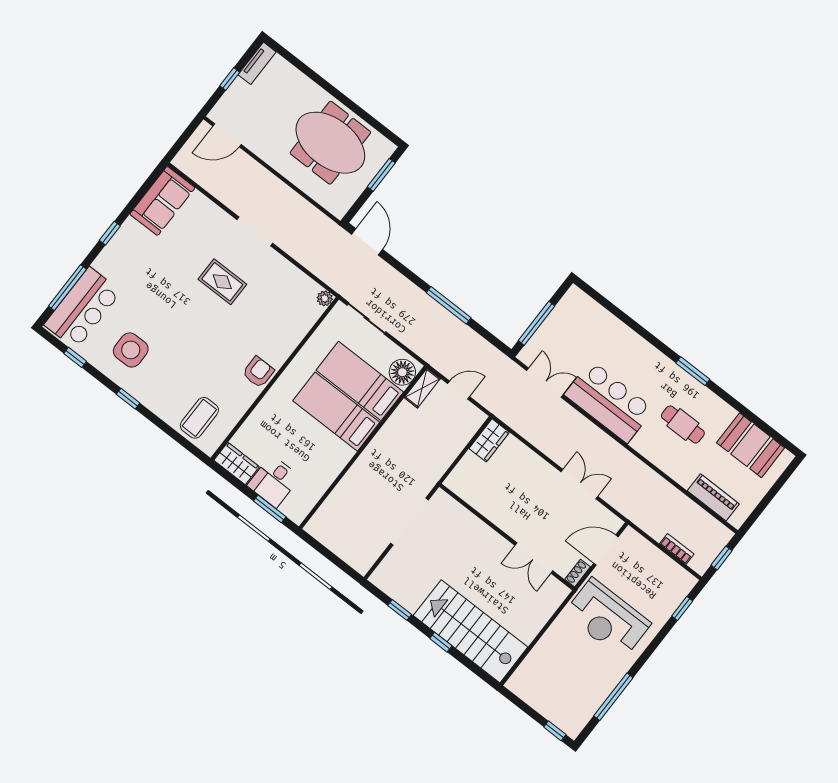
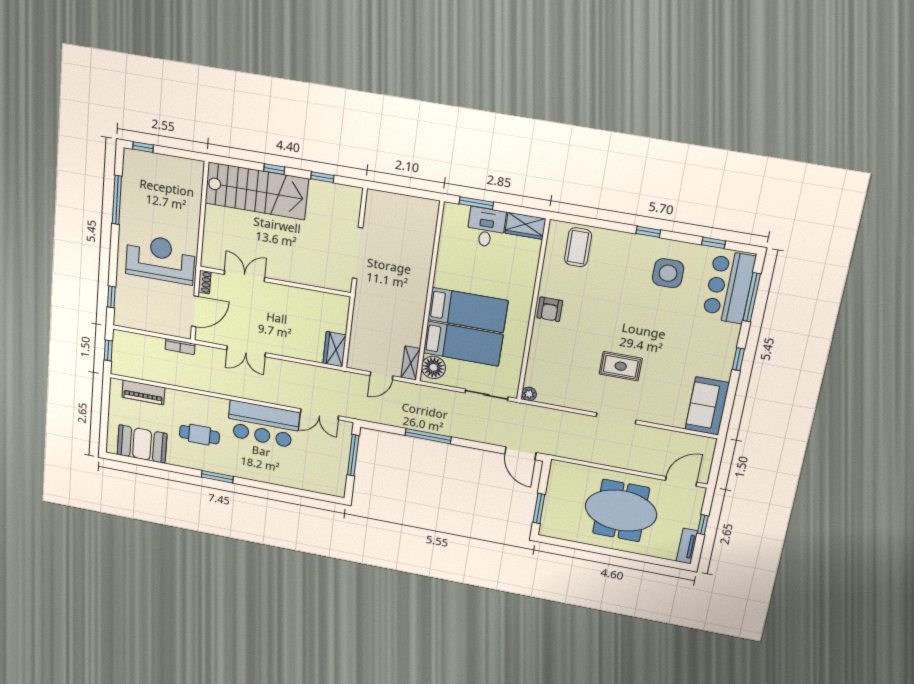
meeting table: (330, 143) -> (621, 511), moved
bookcase: (677, 549) -> (180, 347), moved

